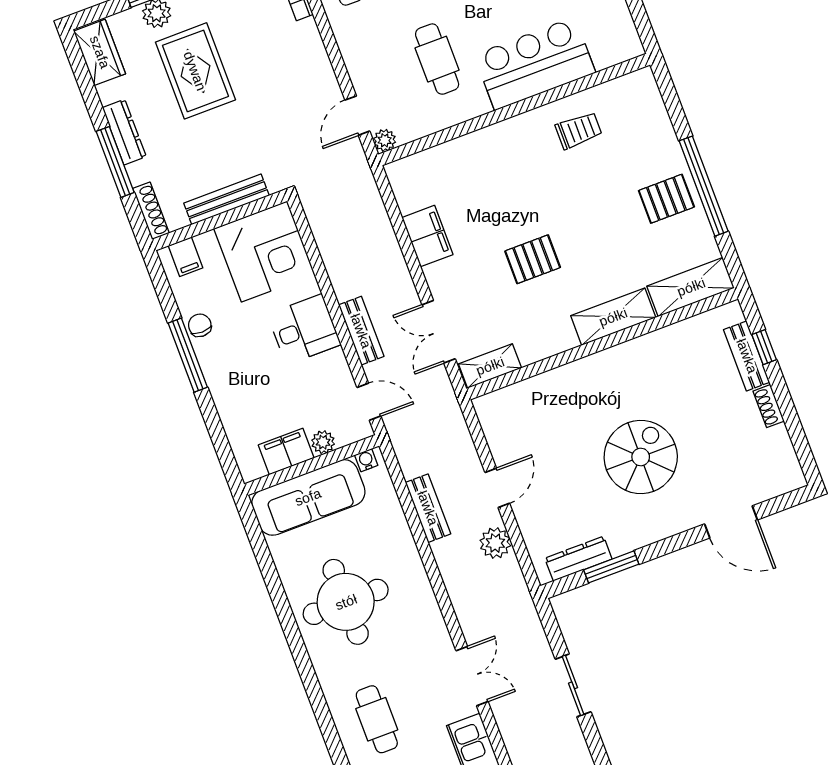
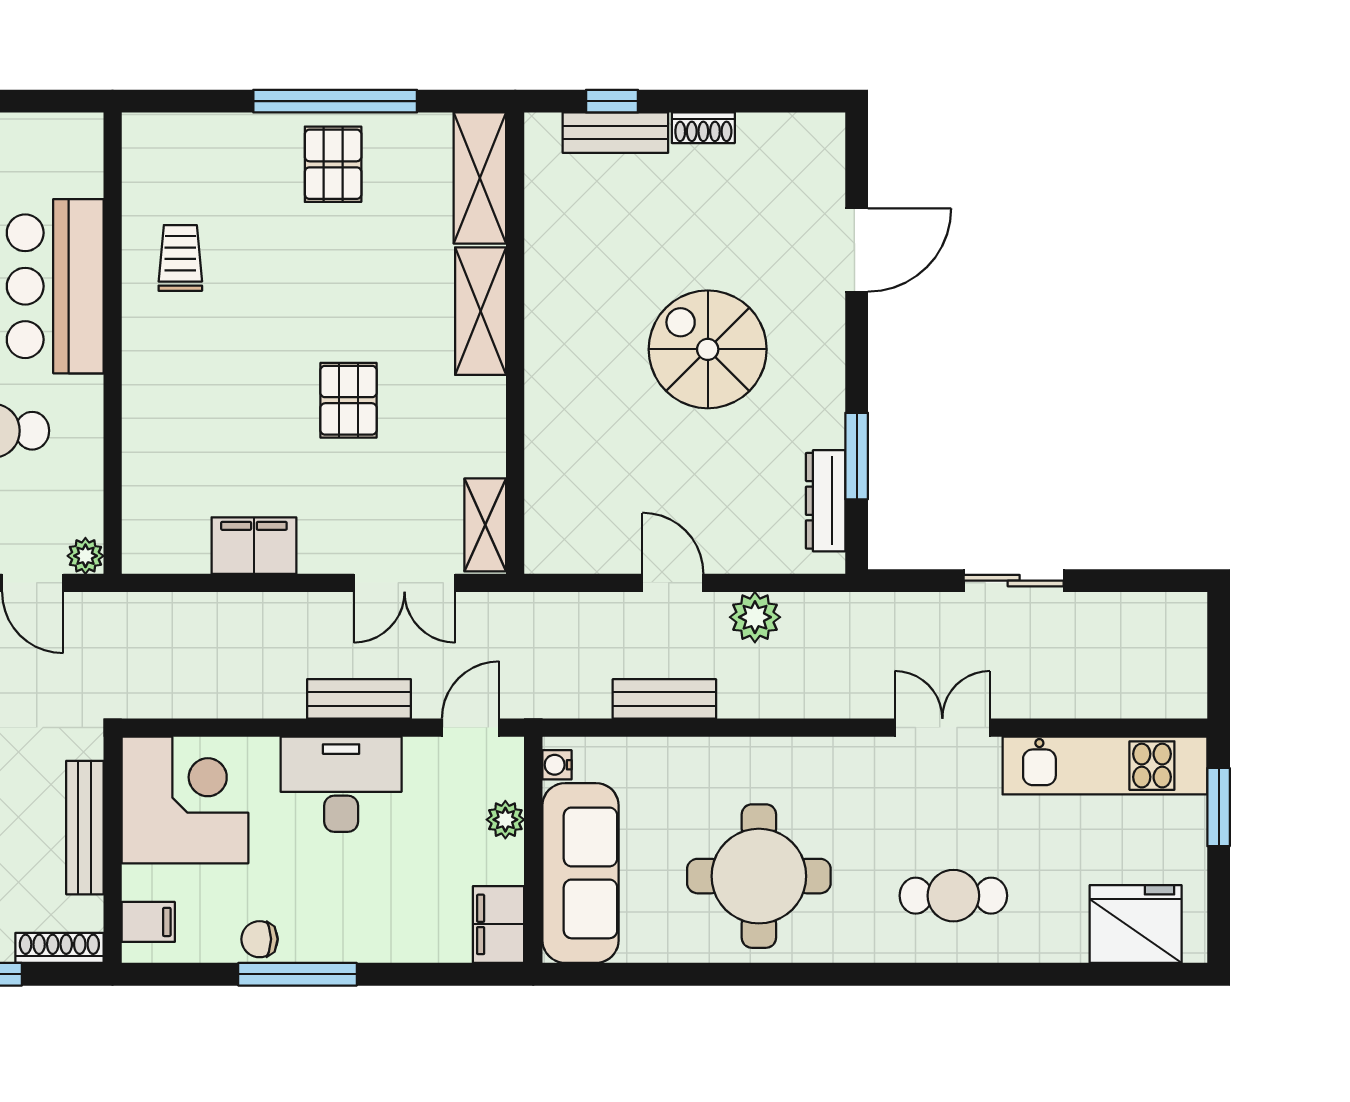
desk: (304, 329) -> (341, 784), width x1.37
filing cabinet: (286, 451) -> (499, 924), moved

